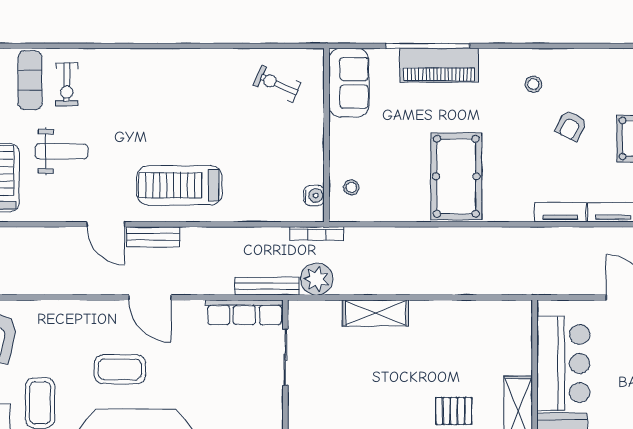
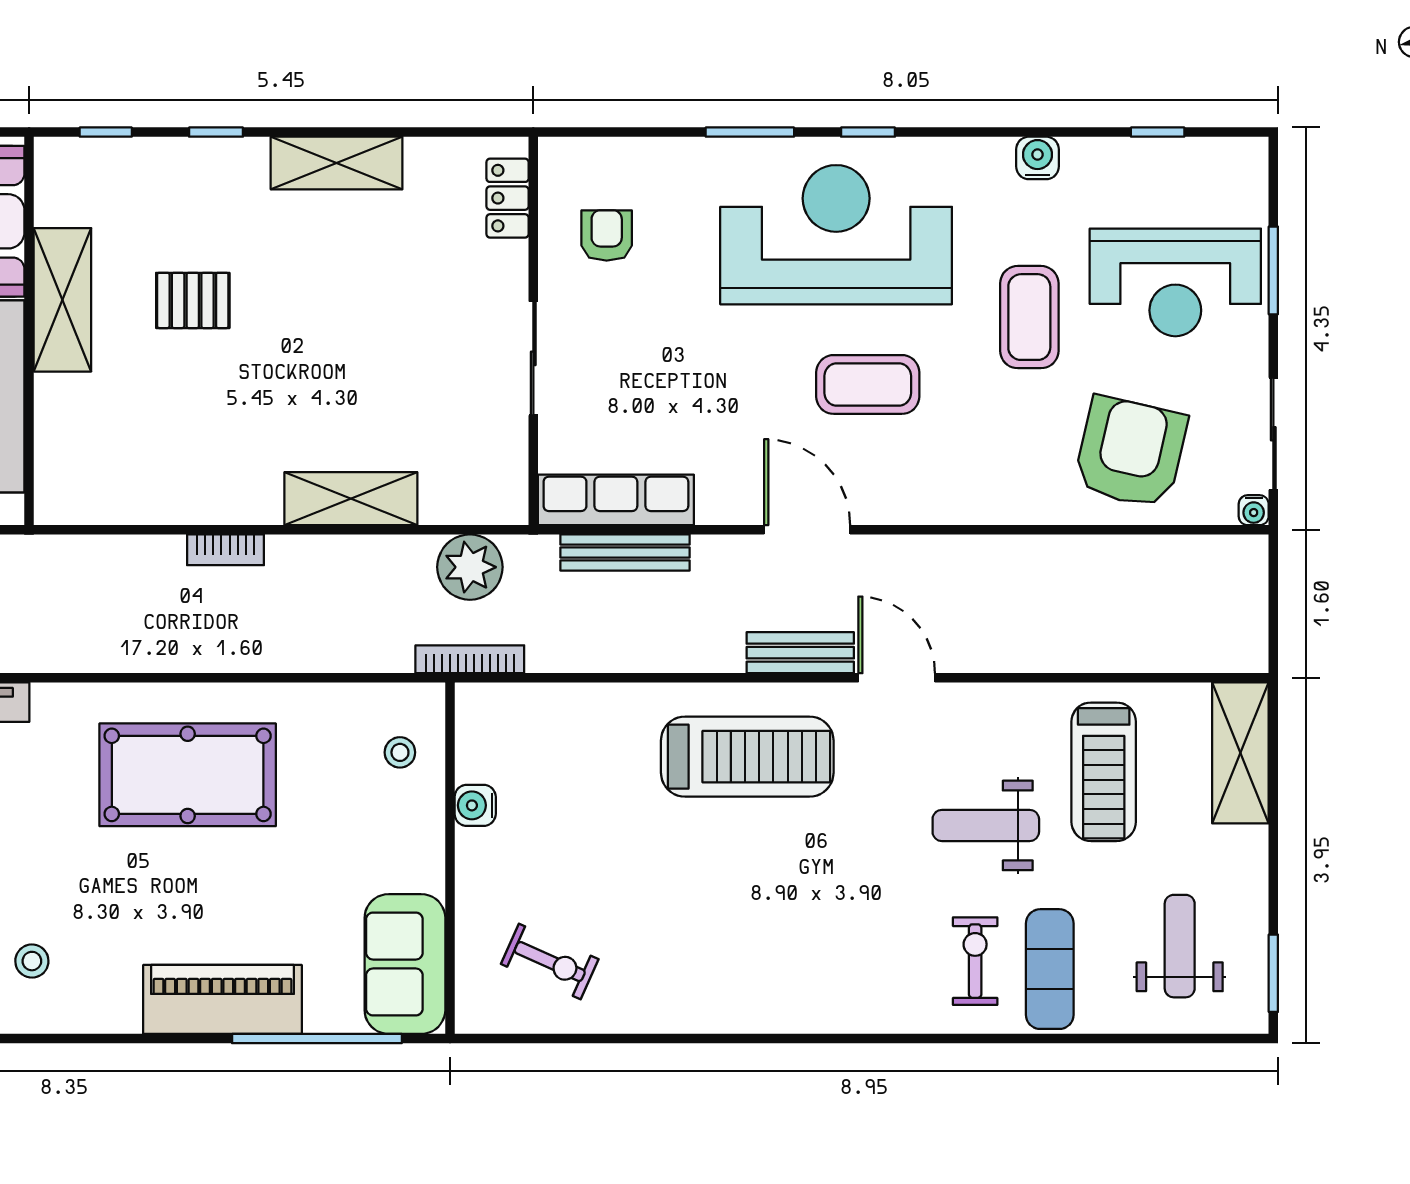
window: (428, 46) -> (317, 1039), moved
pool table: (456, 176) -> (188, 775), turned 90
water cooler: (314, 195) -> (475, 805), moved
bench: (267, 286) -> (625, 553), moved
bookcase: (438, 288) -> (226, 550), added
sliding door: (285, 357) -> (533, 358), moved

